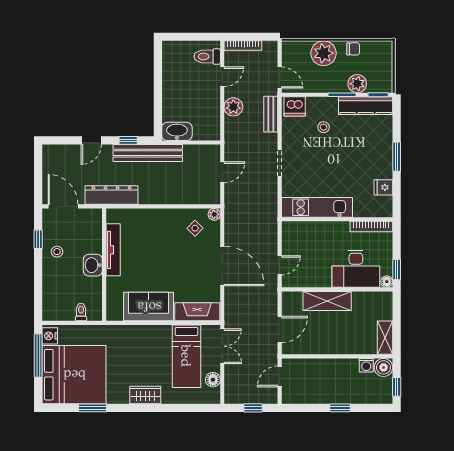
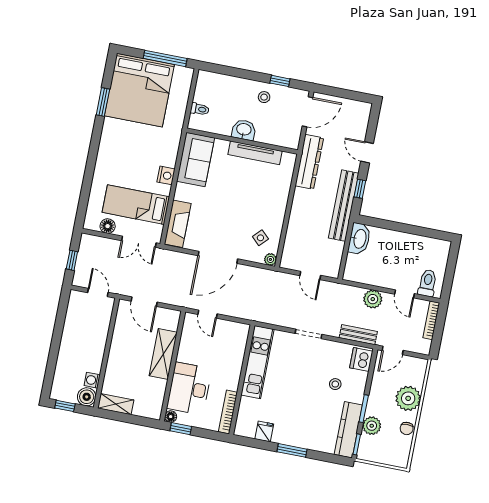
sofa: (149, 307) -> (196, 159), moved
nightstand: (50, 336) -> (166, 175), moved, turned 90
wardrobe: (145, 395) -> (106, 156), removed
window: (340, 408) -> (55, 346), removed

